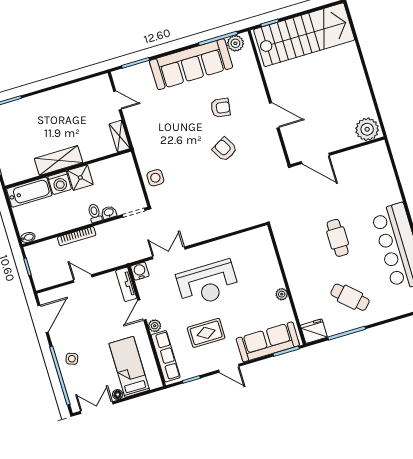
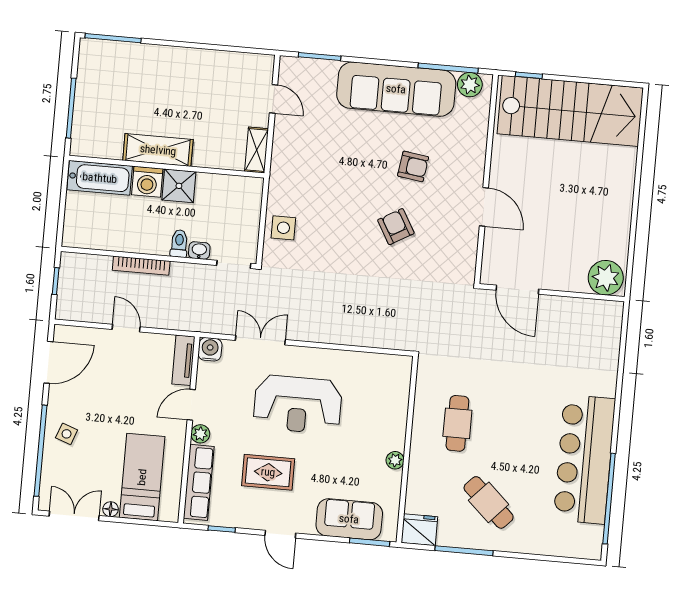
bidet: (28, 237) -> (72, 240), removed
cafe table: (338, 238) -> (457, 423), moved
sofa: (268, 342) -> (349, 519), width x0.73

